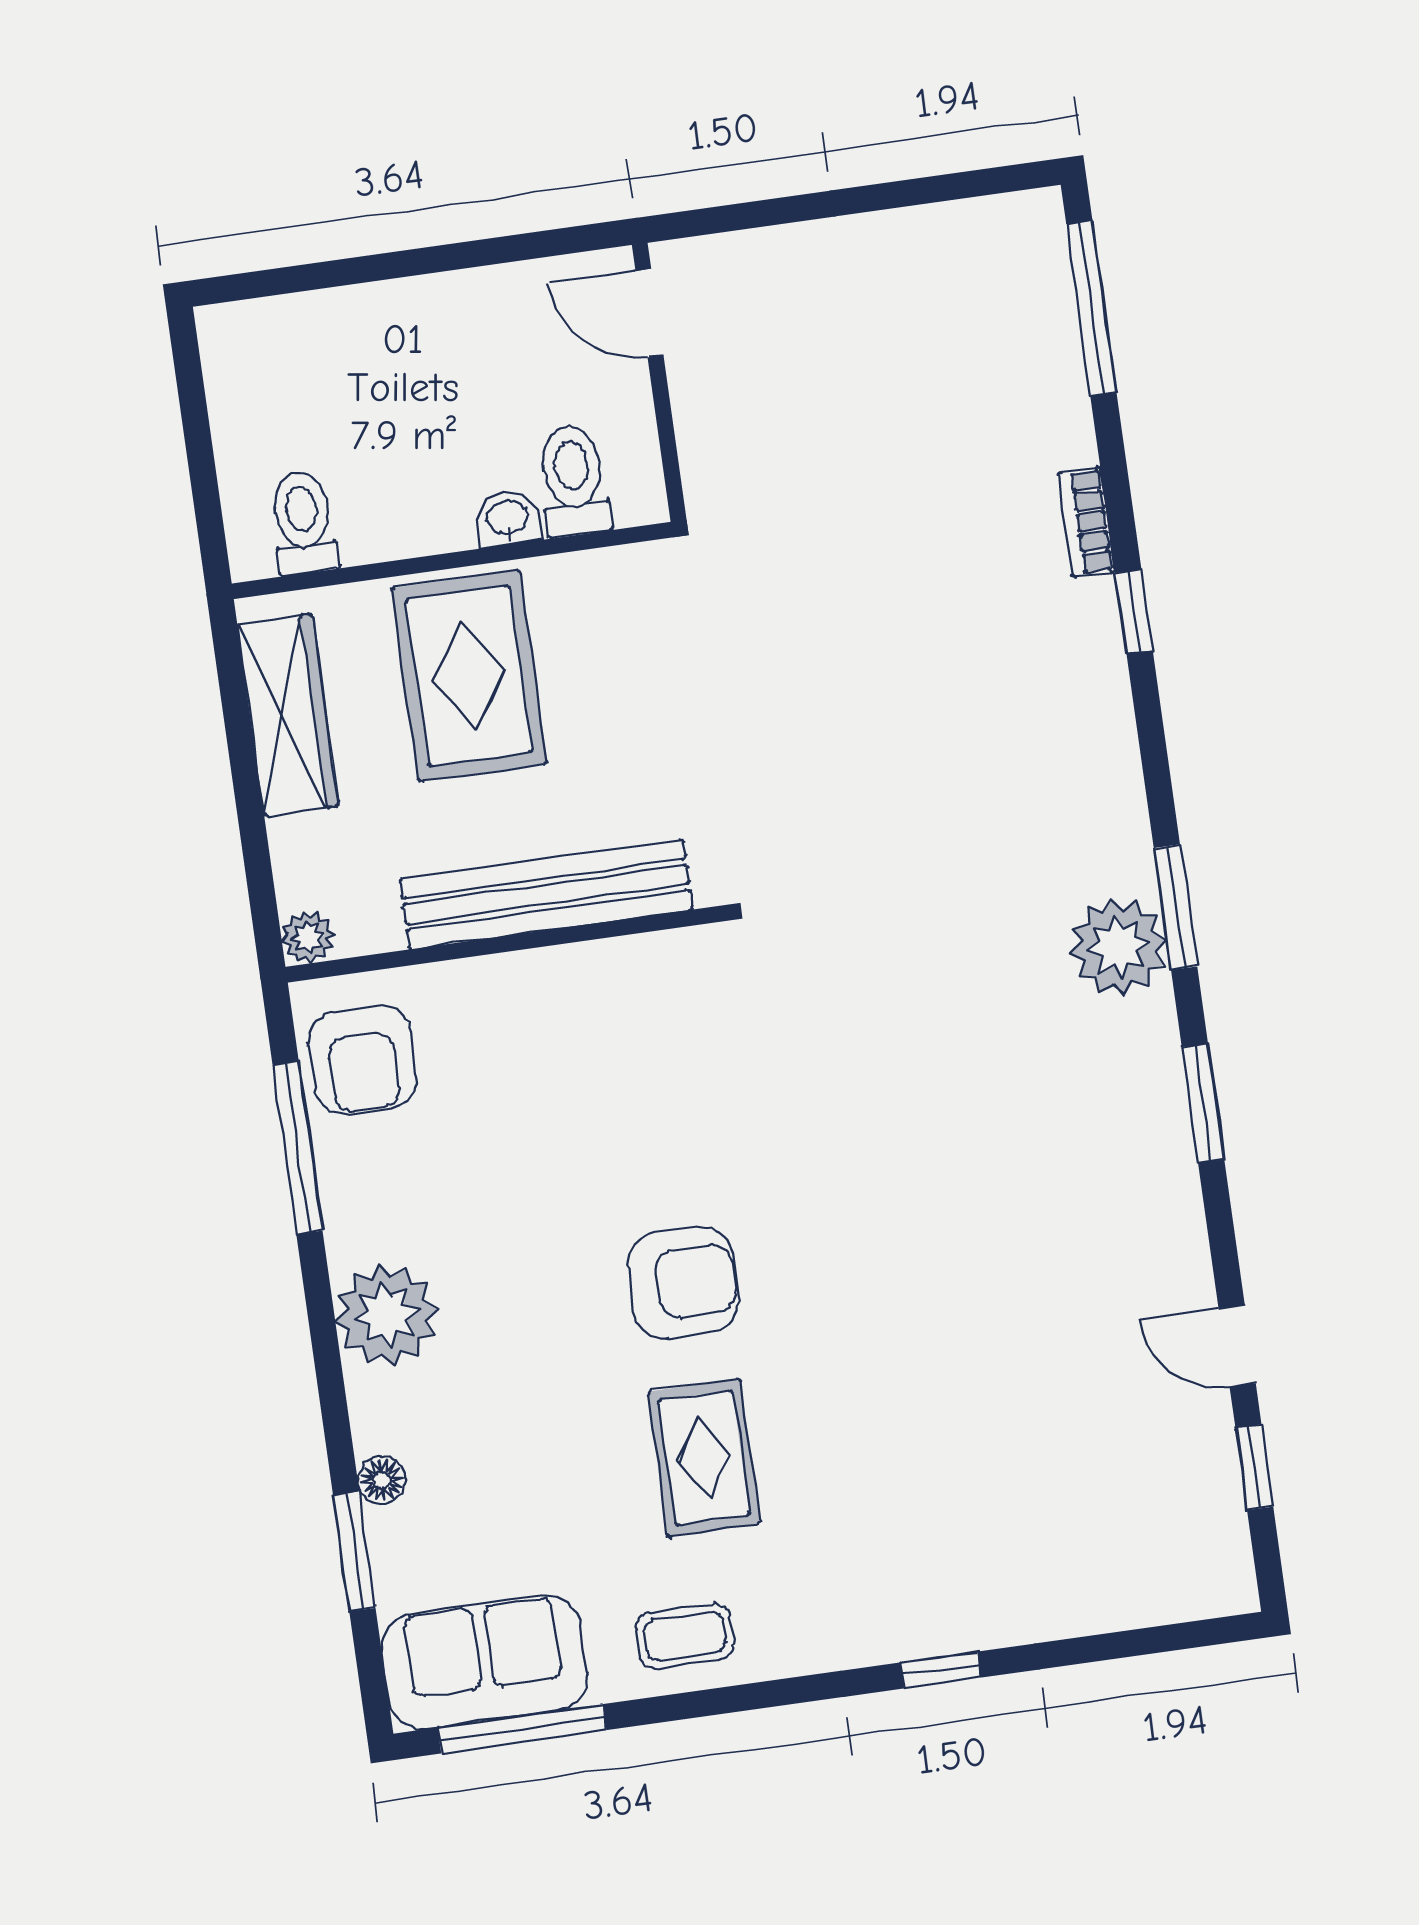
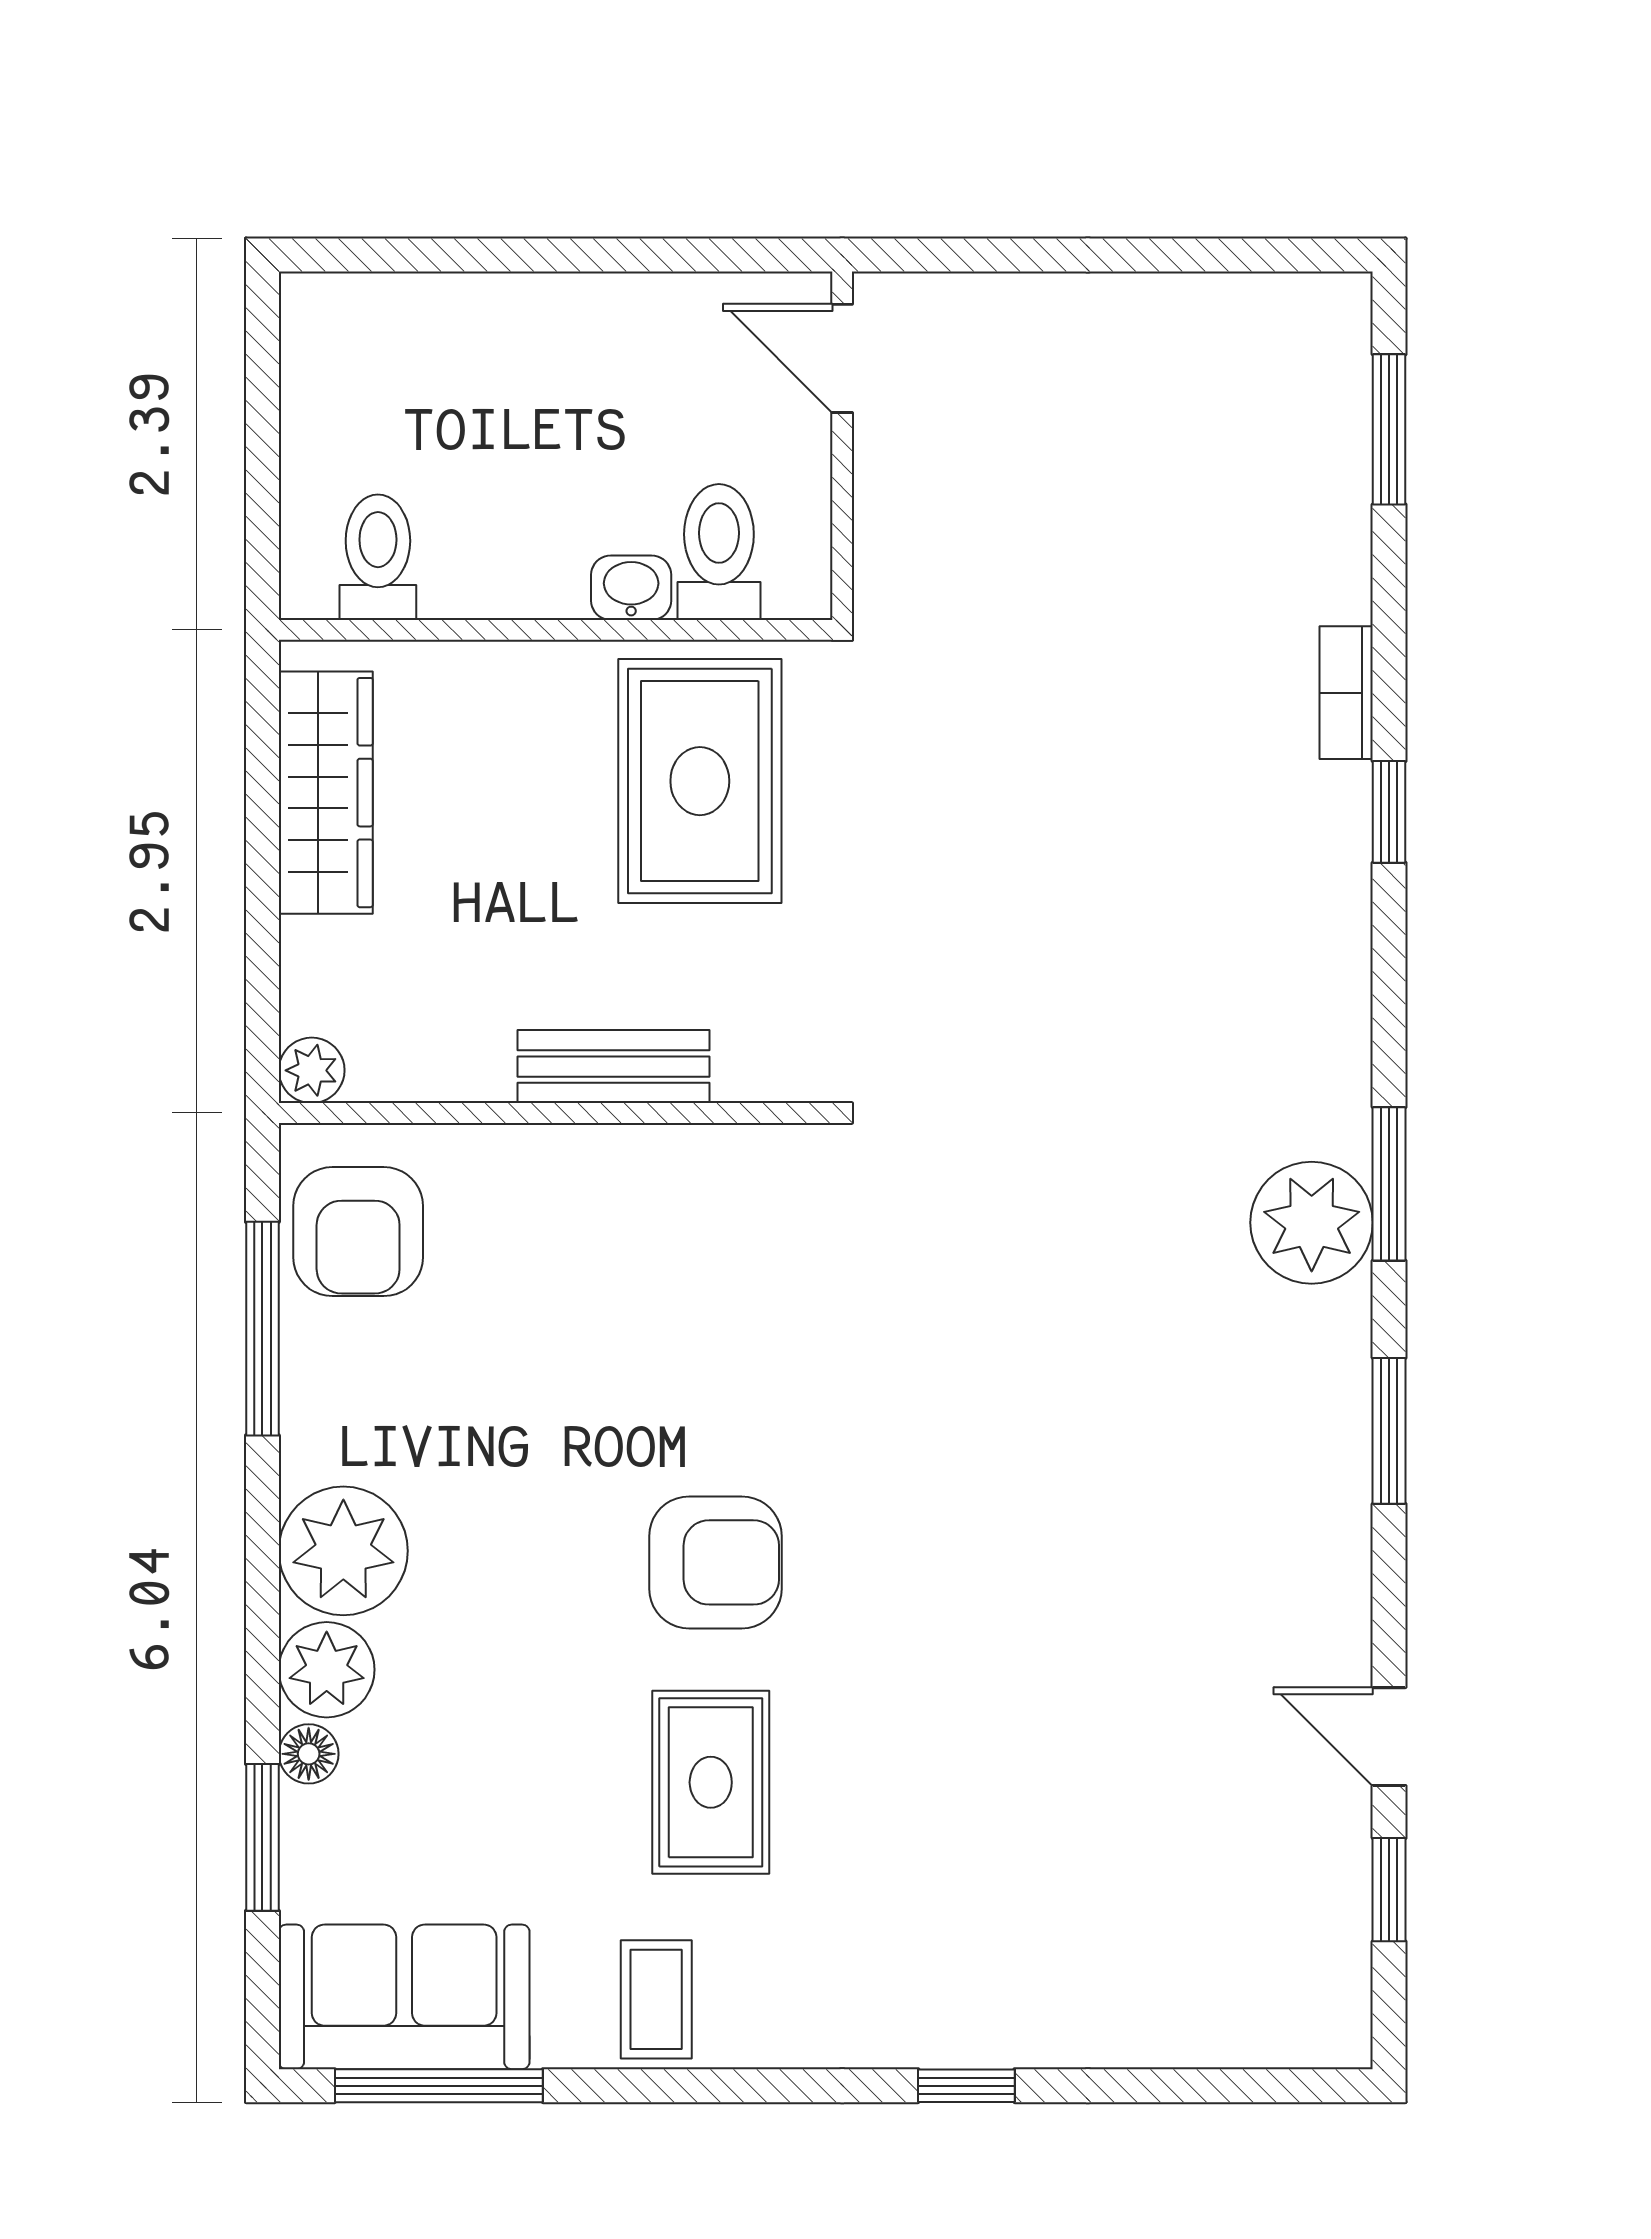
window: (1091, 308) -> (1389, 429), width x0.69
rug: (469, 676) -> (700, 781), moved
bench: (546, 894) -> (614, 1067), width x0.54, depth x0.82
plant: (387, 1411) -> (327, 1670), added
coffee table: (685, 1636) -> (656, 1999), turned 90

